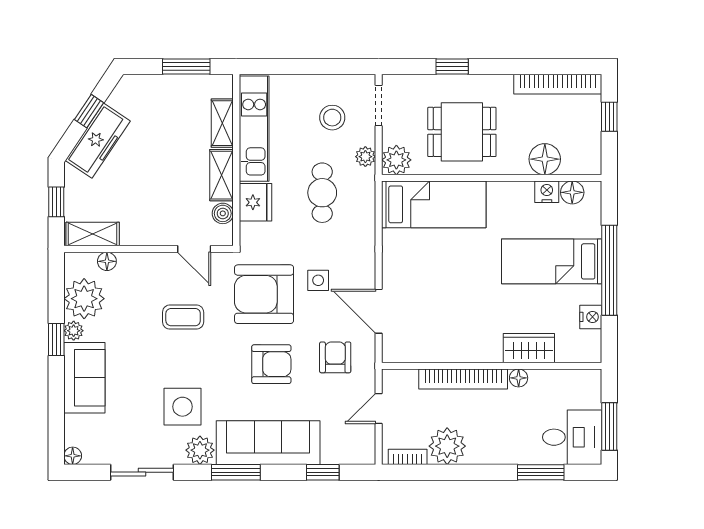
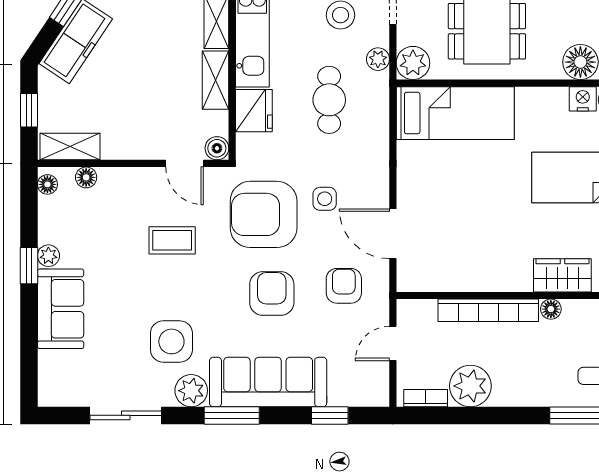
boiler: (223, 213) -> (217, 148), moved
plant: (84, 299) -> (60, 220), removed
armchair: (271, 364) -> (272, 294), turned -90
floor lamp: (73, 456) -> (47, 184), moved

